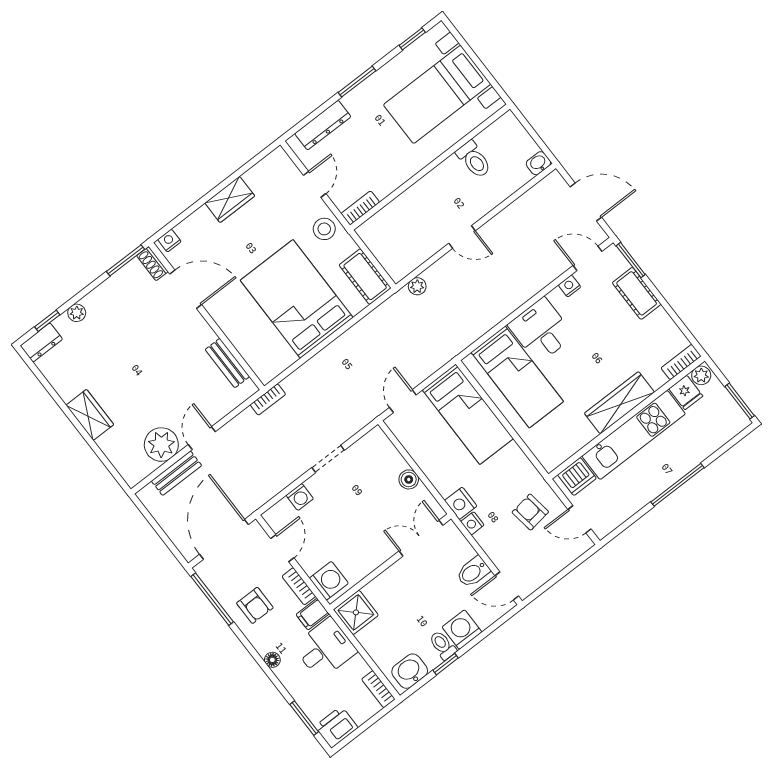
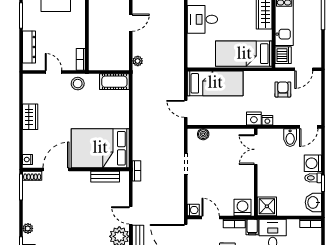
bed: (297, 299) -> (100, 148), moved
bed: (517, 377) -> (244, 54), moved, turned 180
boiler: (409, 479) -> (203, 134), moved
washing machine: (300, 497) -> (193, 210), moved
armchair: (530, 512) -> (283, 89), turned 98

